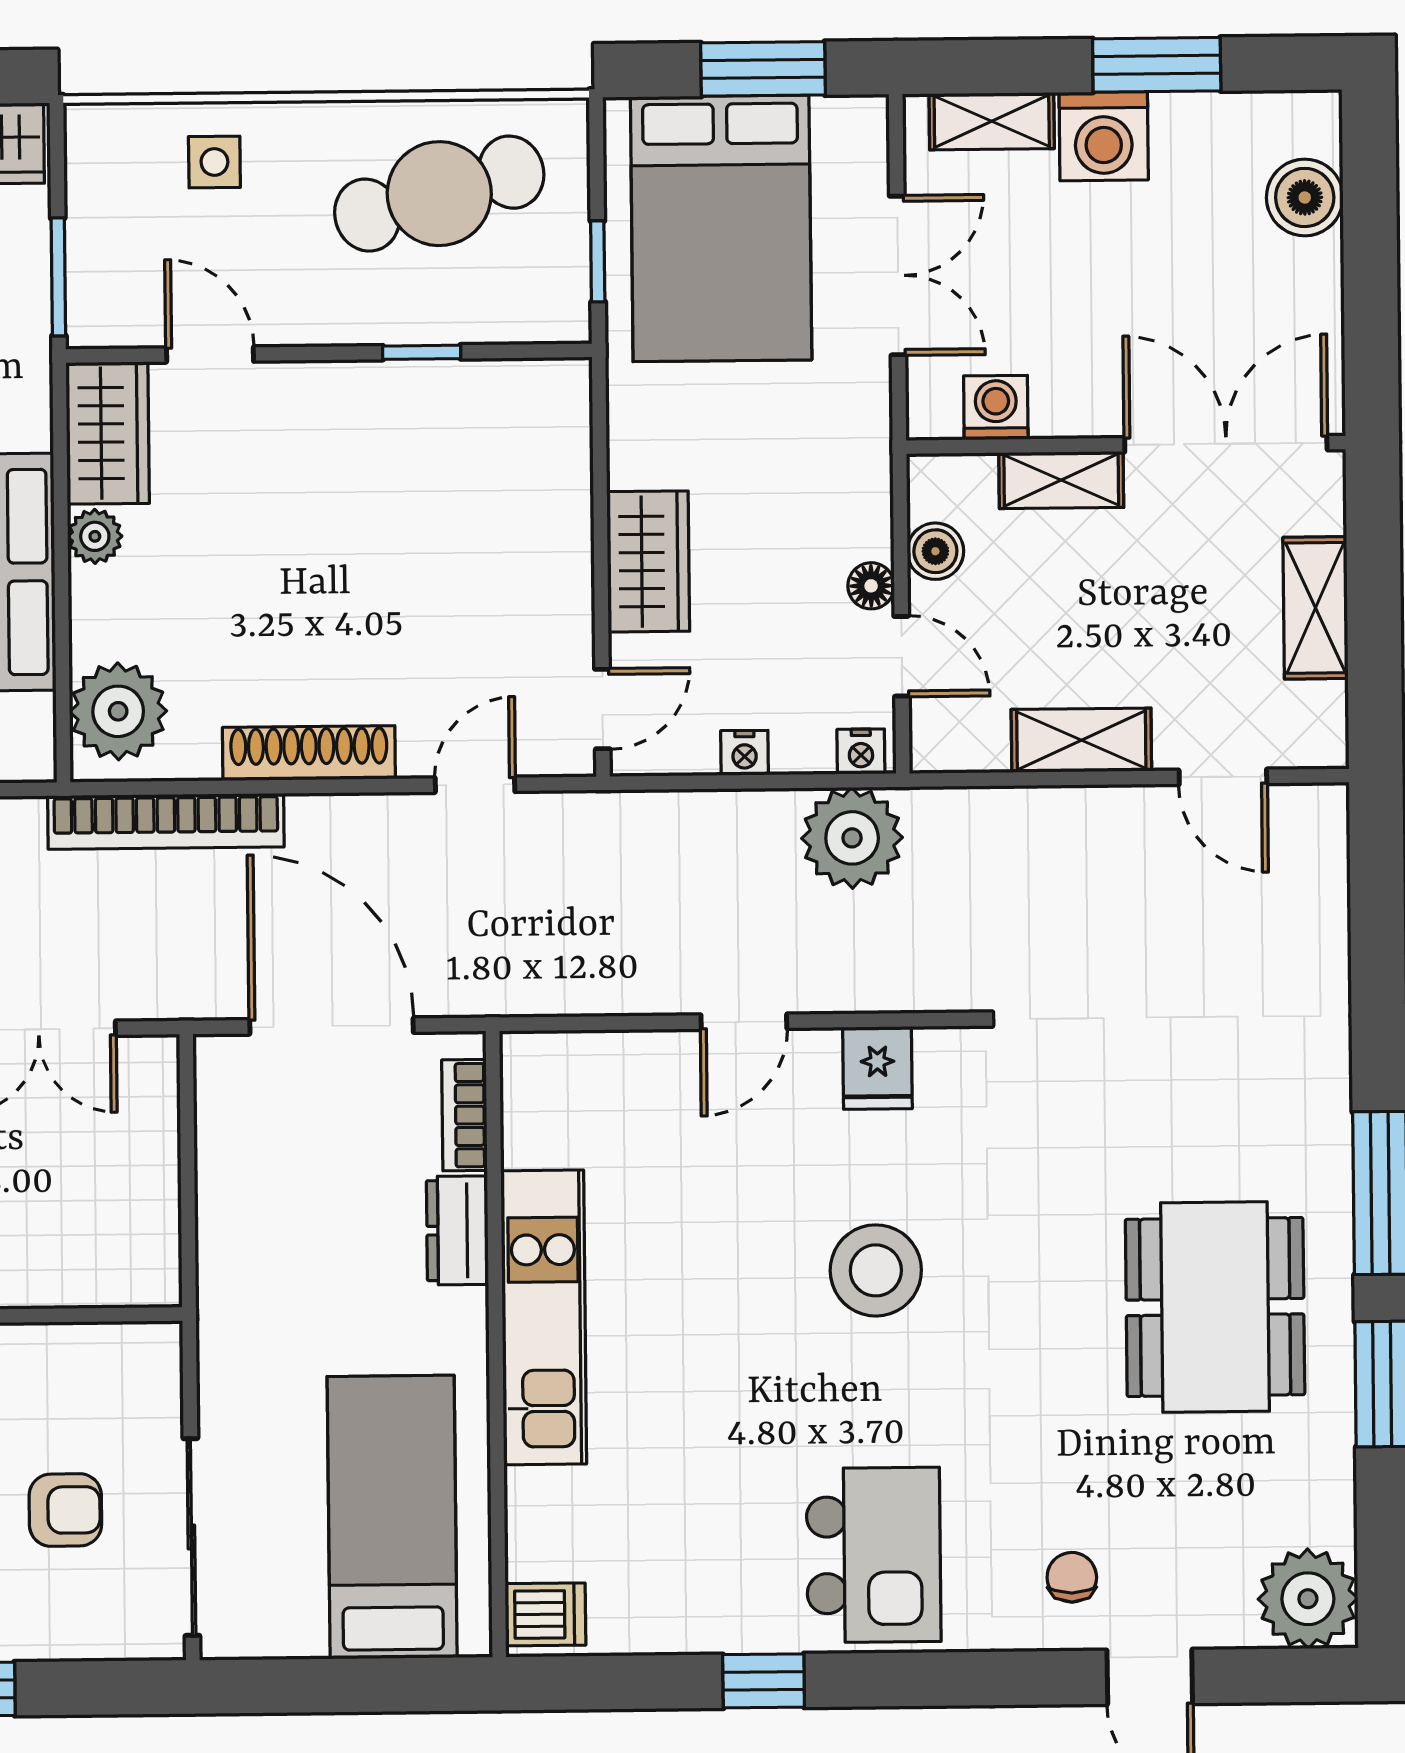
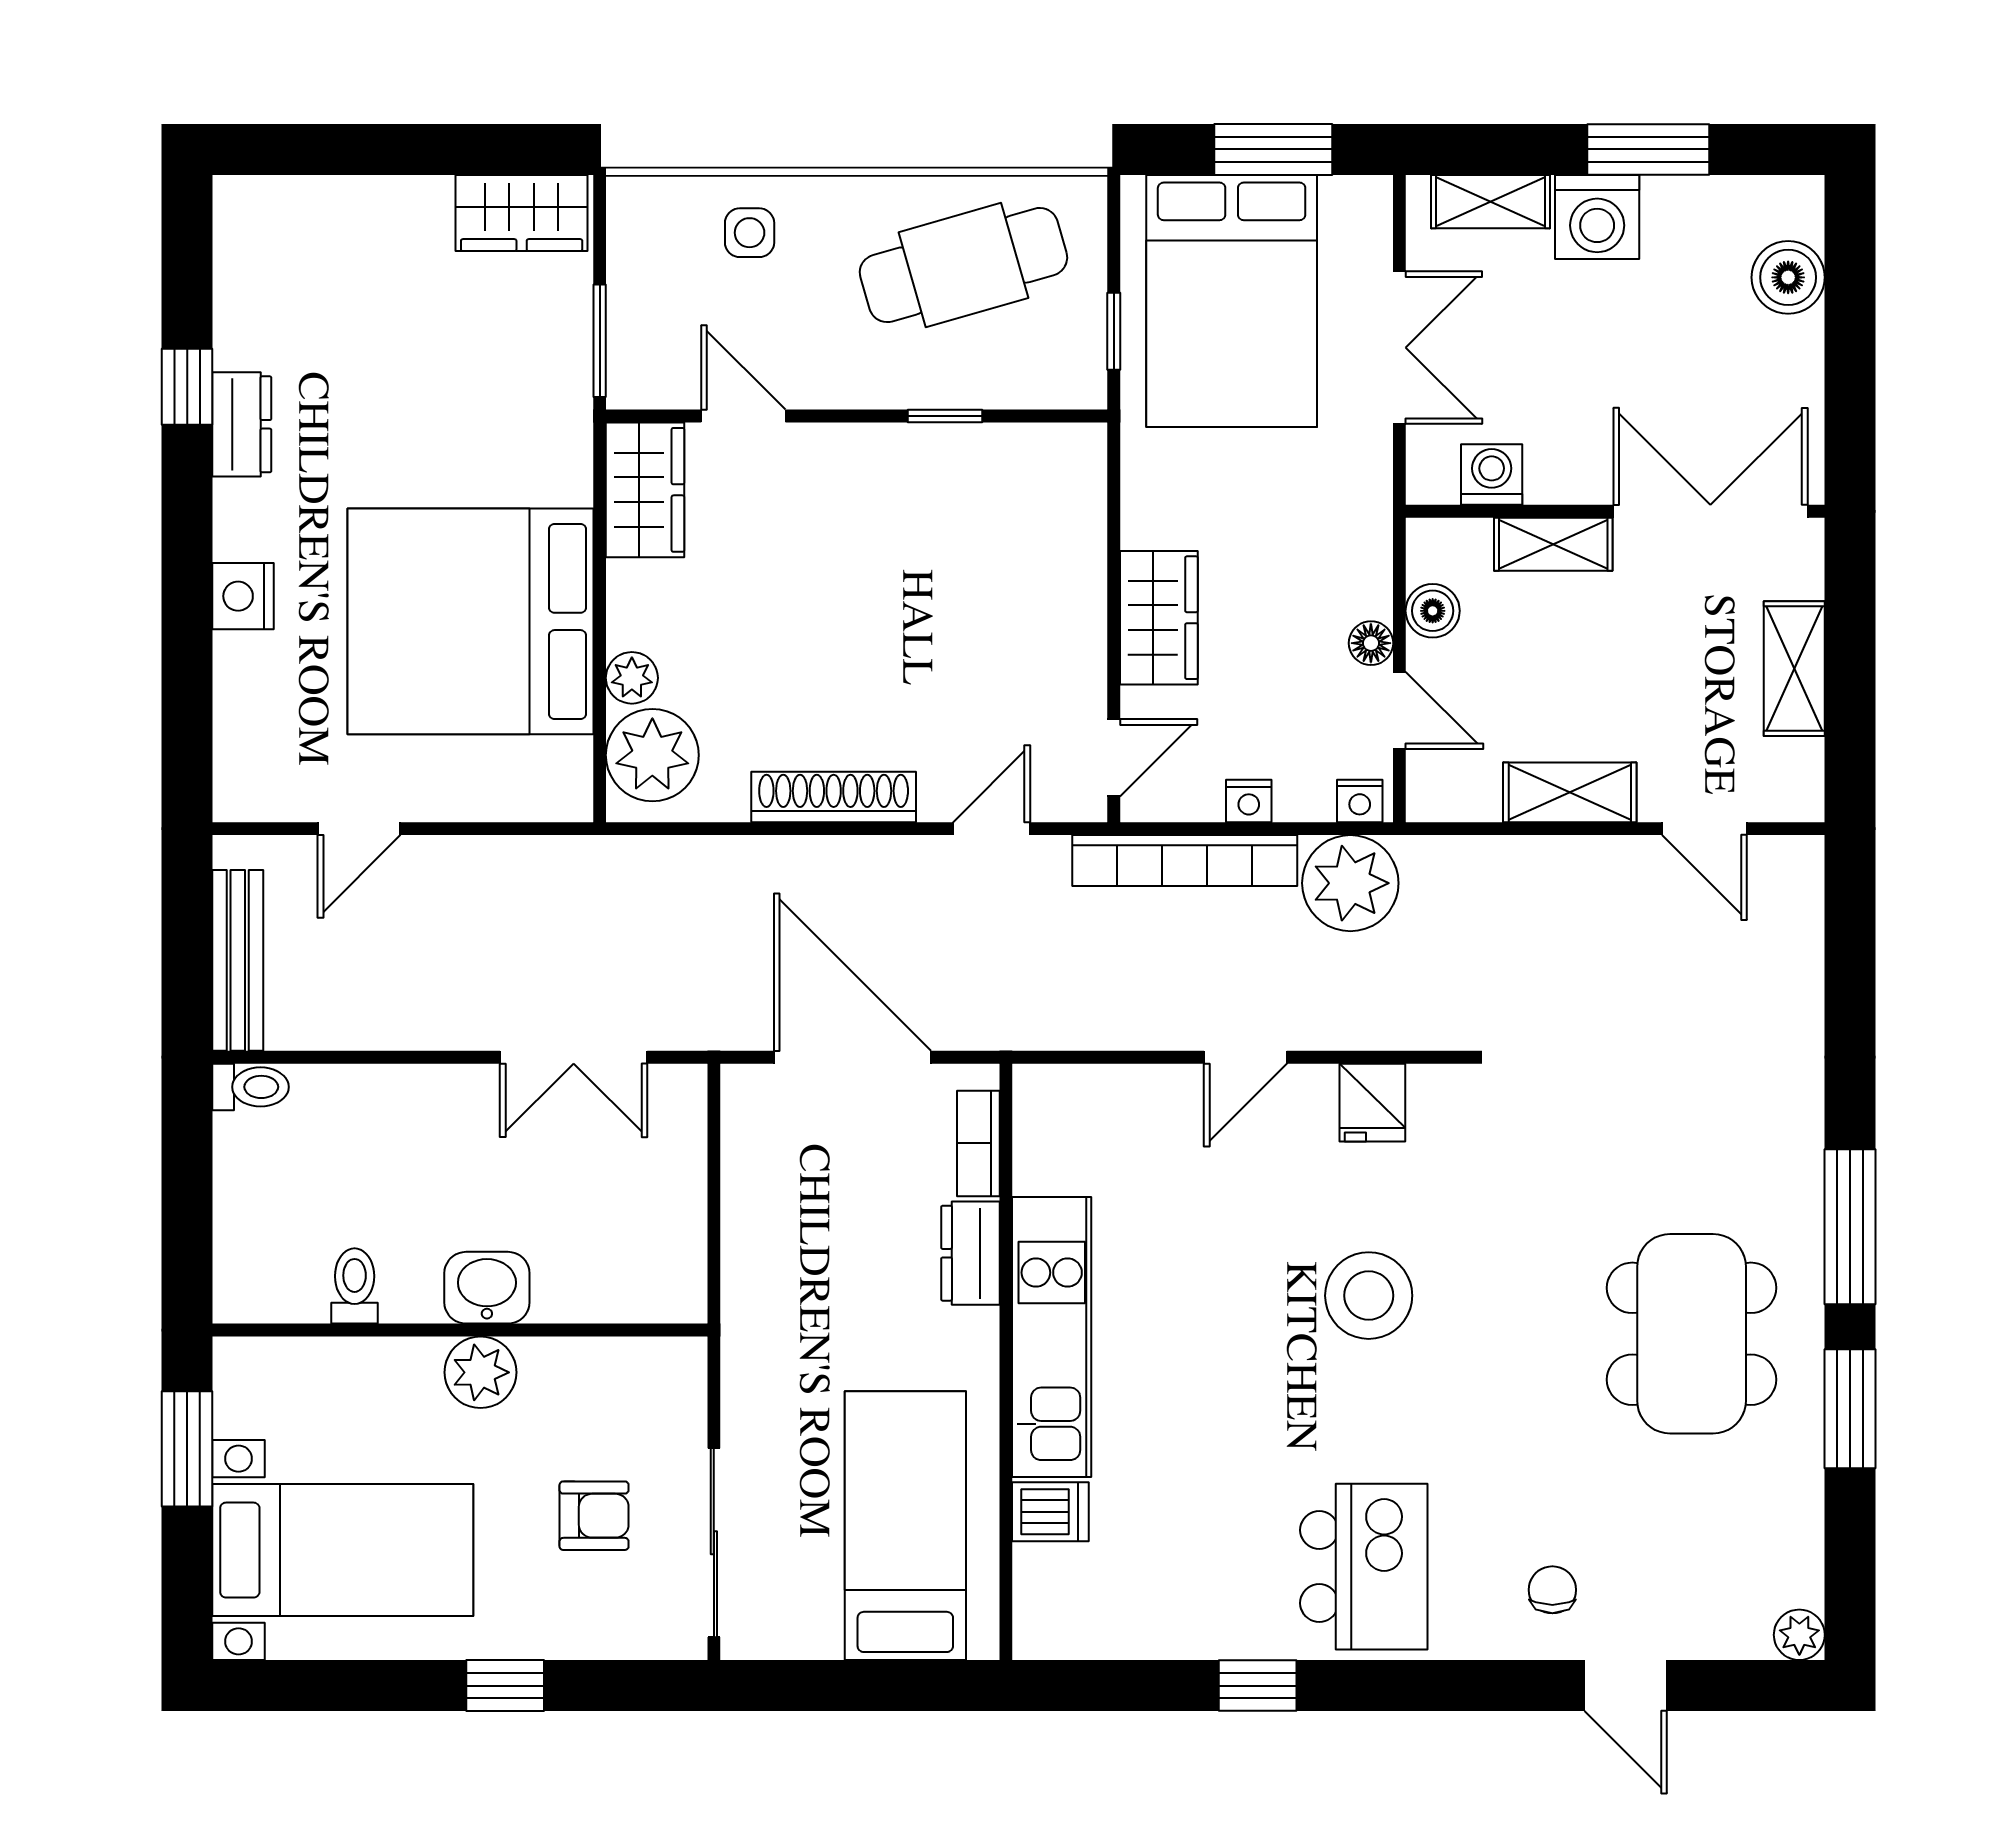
plant: (95, 536) -> (632, 678), moved
bookcase: (166, 821) -> (1185, 861), moved
plant: (1308, 1599) -> (1799, 1635), width x0.53, depth x0.53
dishwasher: (545, 1614) -> (1050, 1512), moved

